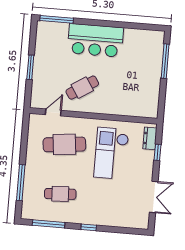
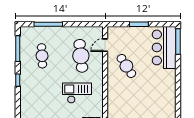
bar counter: (95, 40) -> (164, 47), moved
door: (53, 112) -> (105, 45), swing flipped
checkout: (111, 153) -> (77, 93), width x0.73, depth x0.83

